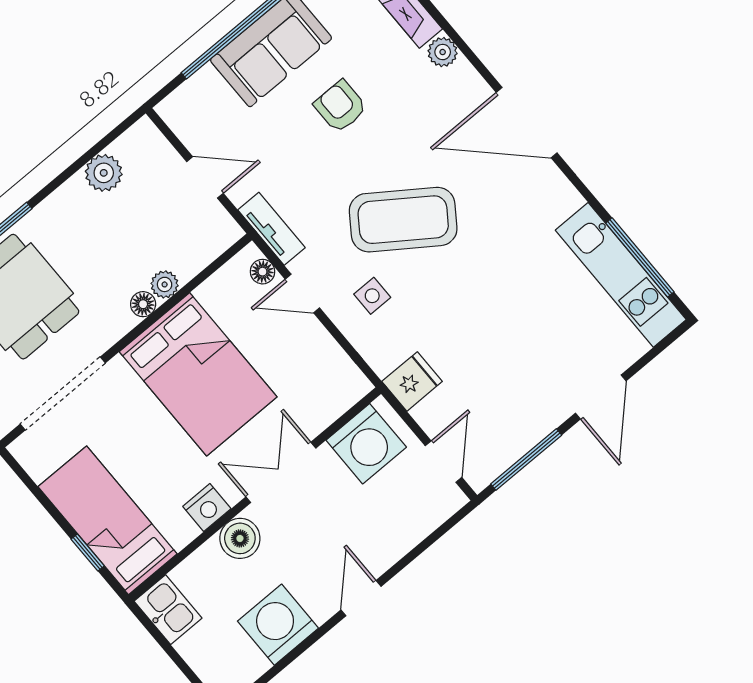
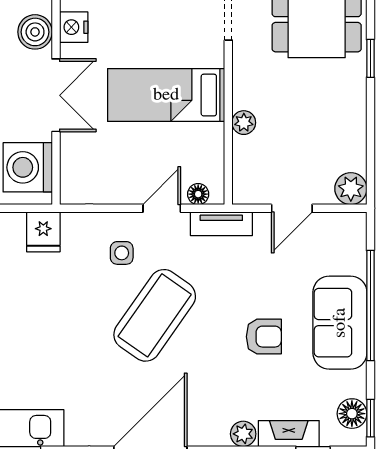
plant: (104, 173) -> (351, 189), moved
floor lamp: (143, 304) -> (243, 98), removed
bed: (198, 374) -> (166, 95), width x0.67

